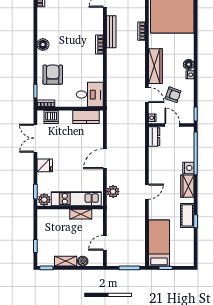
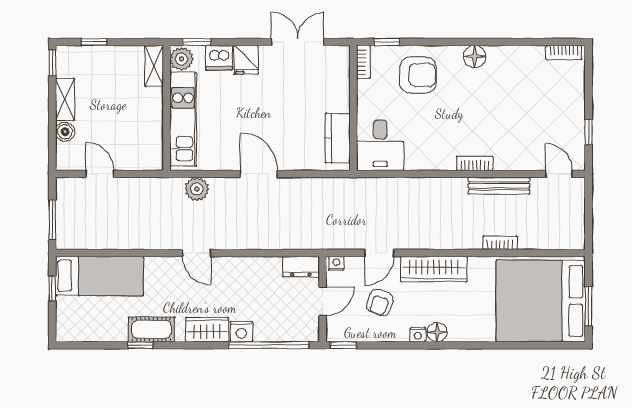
dishwasher: (51, 117) -> (219, 58), moved, turned -90
shelving: (81, 214) -> (154, 66), moved

